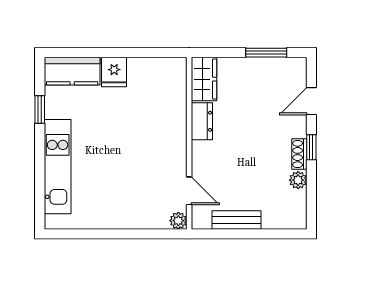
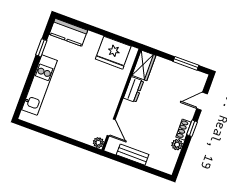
fridge: (114, 72) -> (113, 53), moved, width x1.88, depth x1.34

